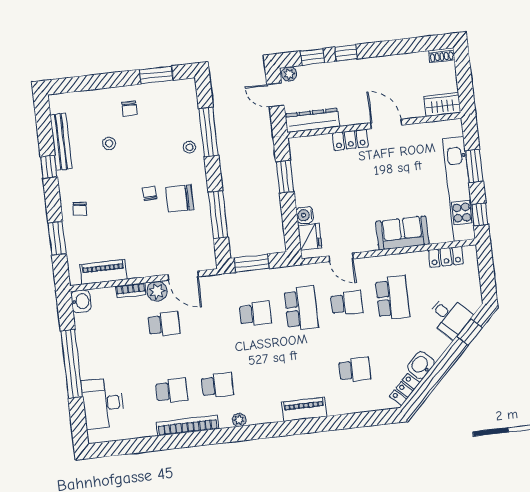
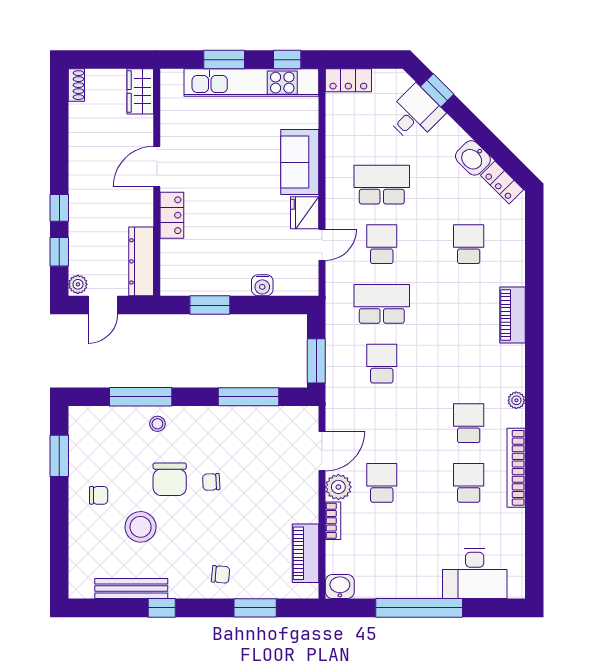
stool: (109, 143) -> (141, 527), width x1.89, depth x1.89
chair: (180, 199) -> (170, 479), moved
fridge: (310, 237) -> (305, 213), moved, turned -90
locker: (446, 257) -> (348, 80), moved, turned 90

